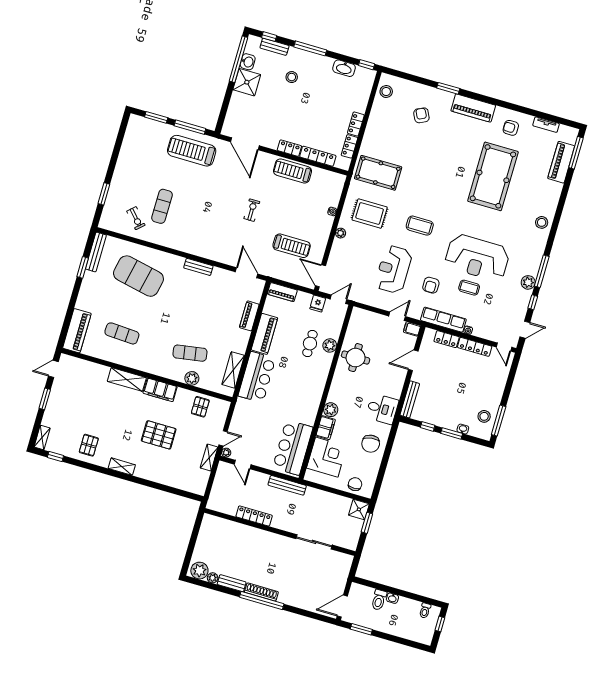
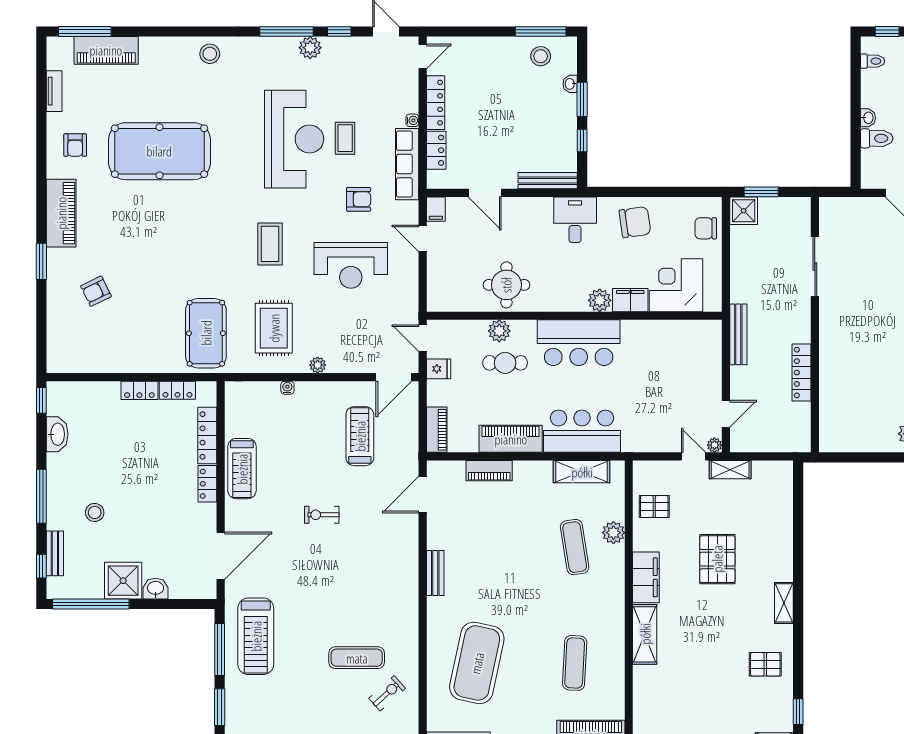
washbasin: (248, 62) -> (156, 589), moved
stool: (386, 91) -> (75, 357), removed
bar counter: (293, 448) -> (579, 343), moved

